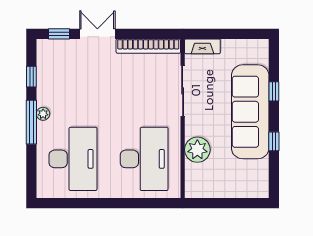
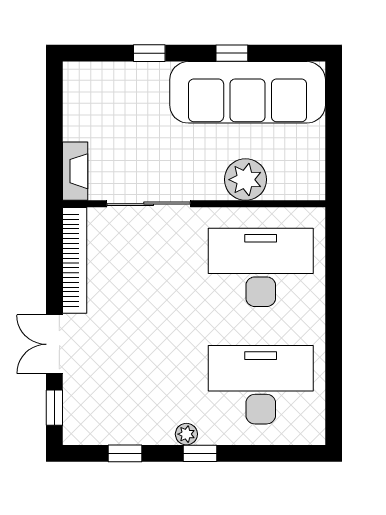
sofa: (250, 112) -> (248, 92), moved
window: (31, 122) -> (200, 453), width x0.46

